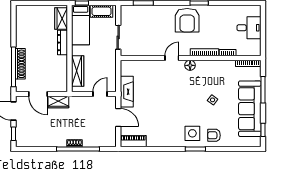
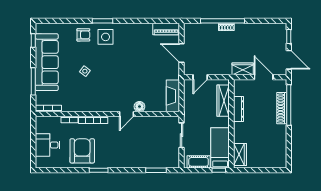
armchair: (187, 20) -> (82, 151), moved
dresser: (63, 43) -> (238, 109), moved
floor lamp: (190, 65) -> (139, 107), moved
fireplace: (127, 92) -> (173, 96), moved

